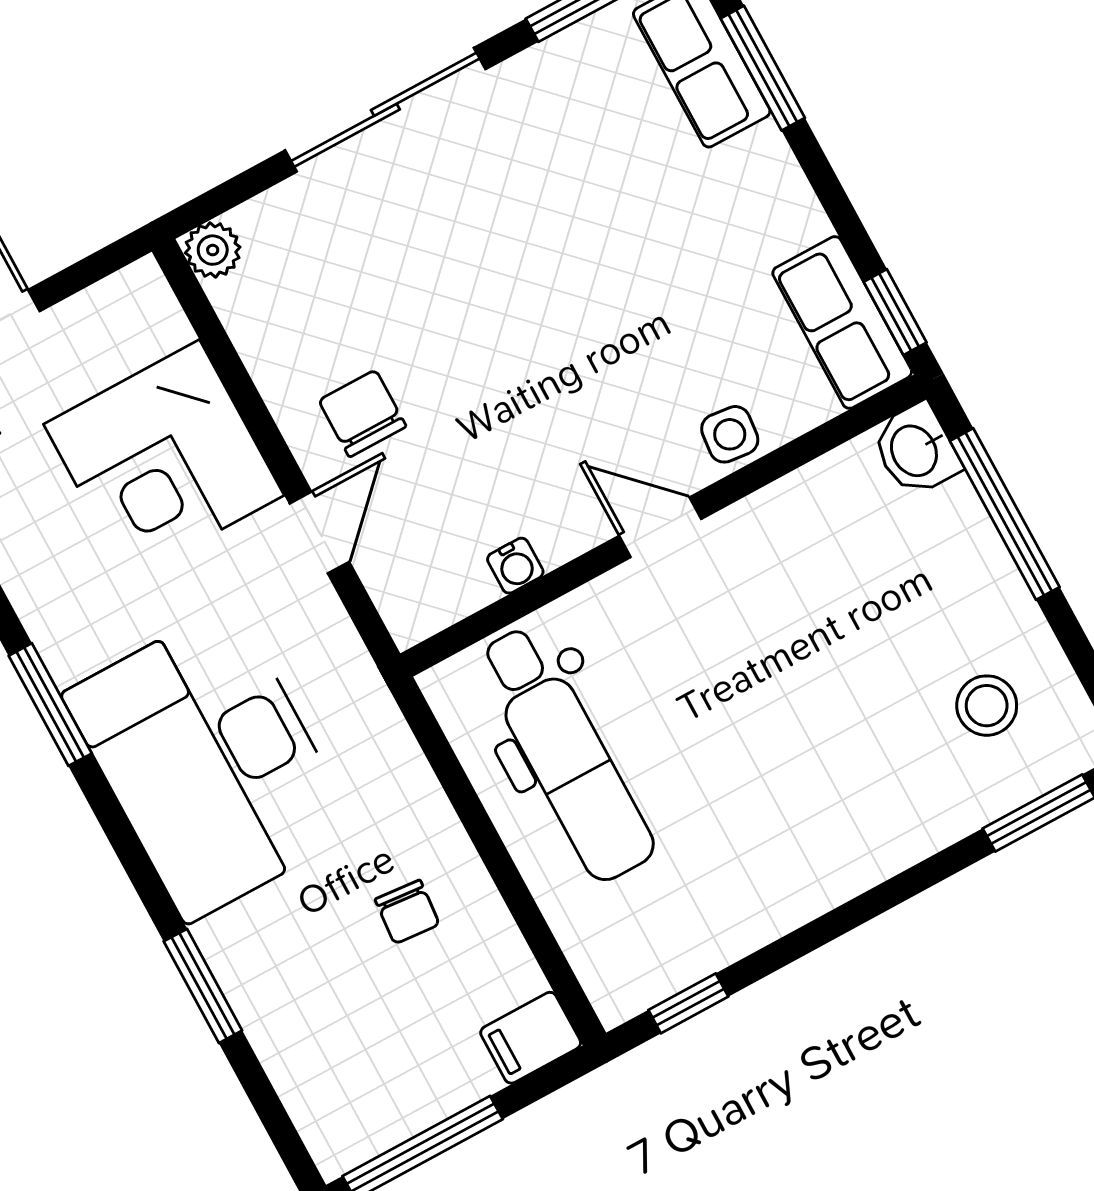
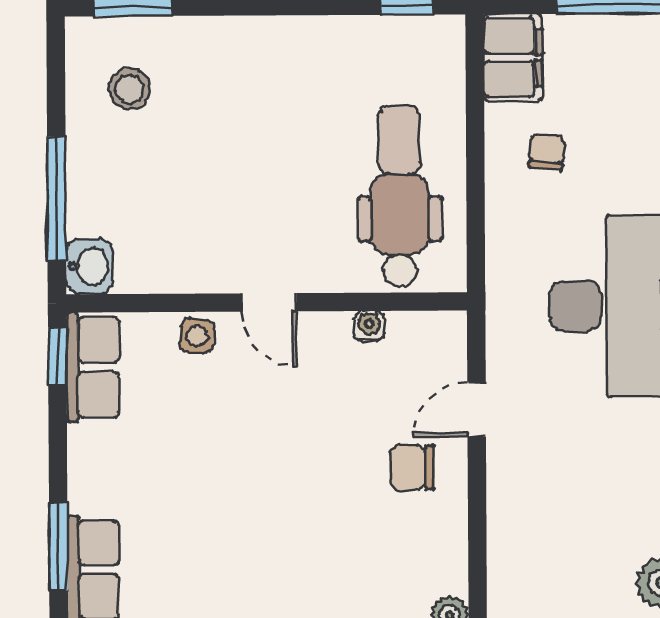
chair: (362, 413) -> (412, 468), turned 90
corner desk: (164, 460) -> (547, 504), removed
filing cabinet: (531, 1038) -> (513, 58), width x2.00

